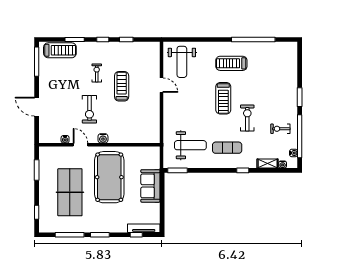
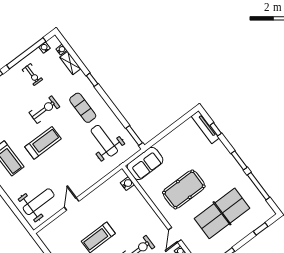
exercise bike: (247, 118) -> (44, 110), turned 180
water cooler: (103, 138) -> (127, 184), moved
pool table: (109, 177) -> (184, 189), width x0.73, depth x0.76
sofa: (150, 186) -> (145, 164), moved

